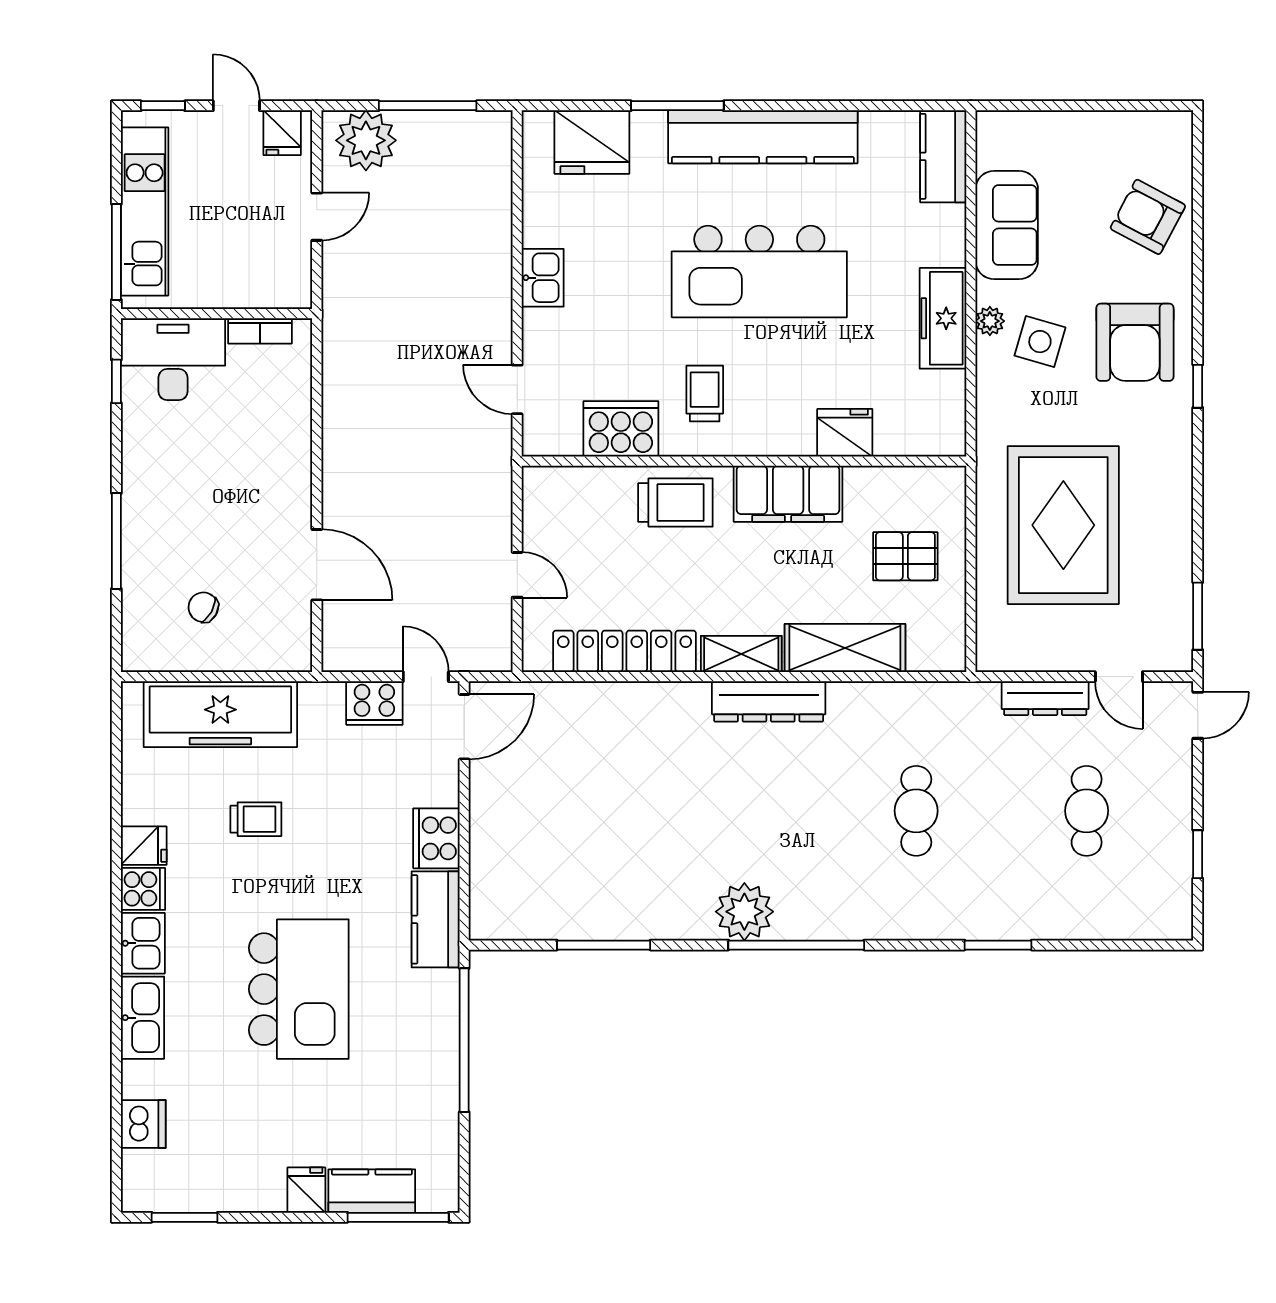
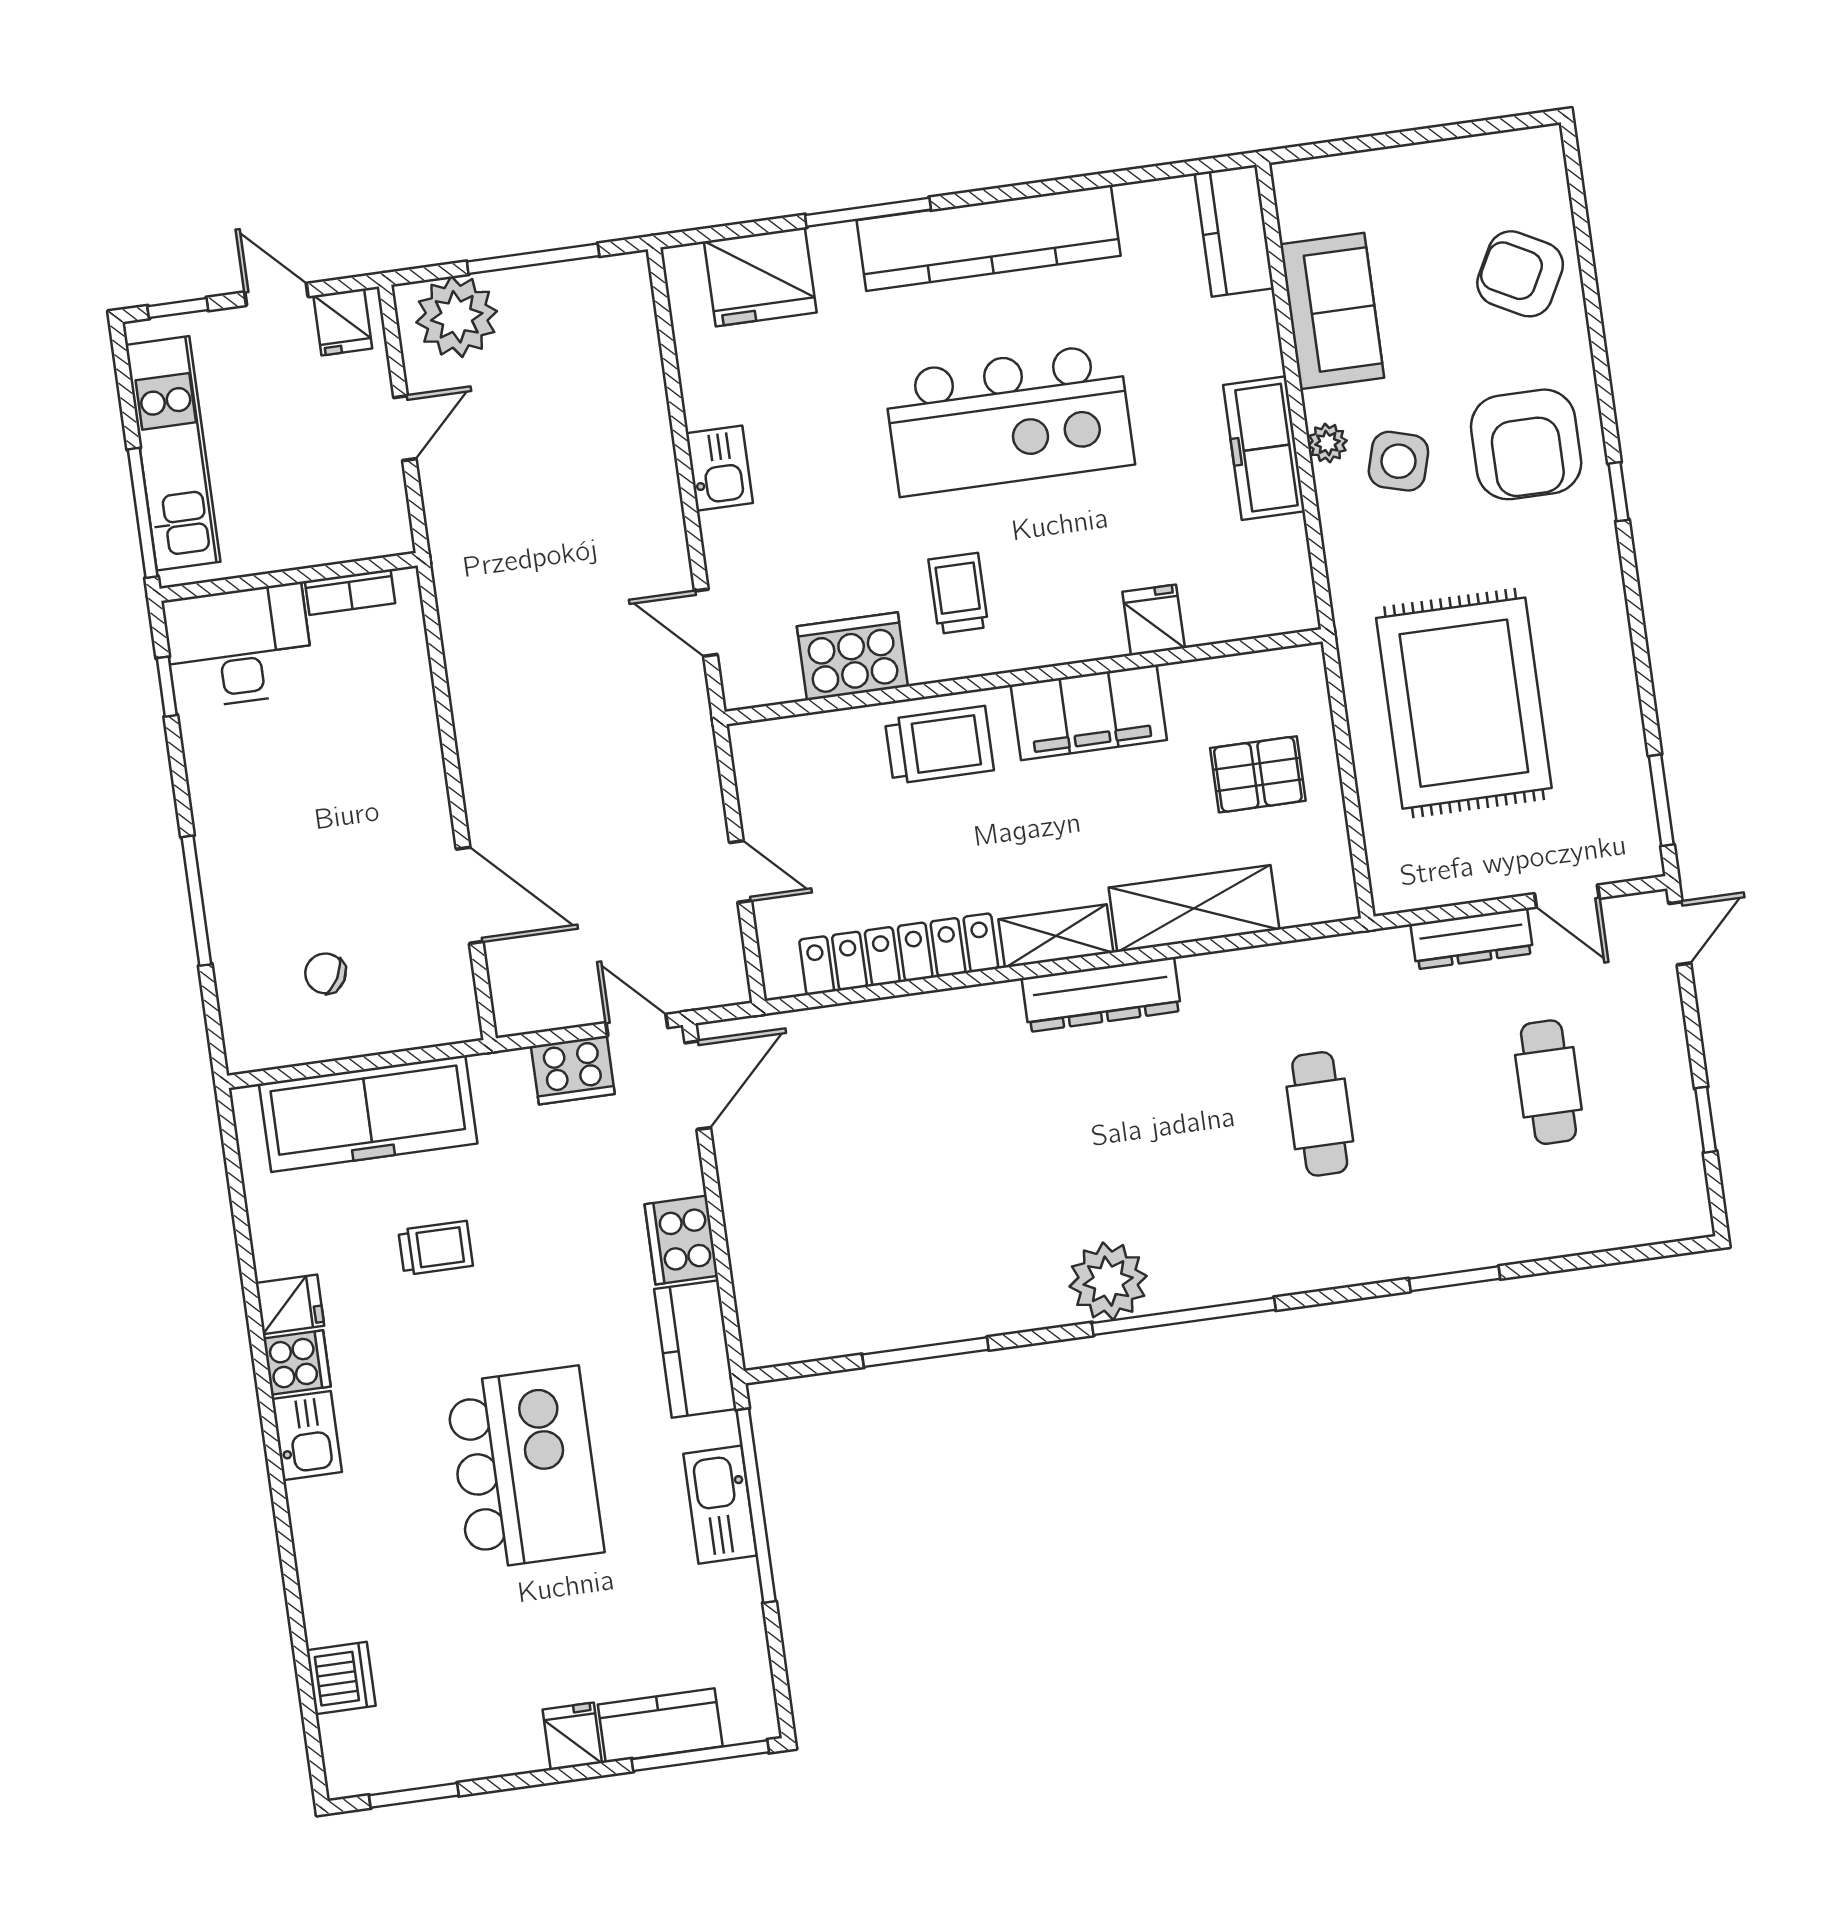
fridge: (845, 433) -> (1154, 620), width x0.72
kitchen sink: (143, 1018) -> (720, 1505), moved, turned 180

